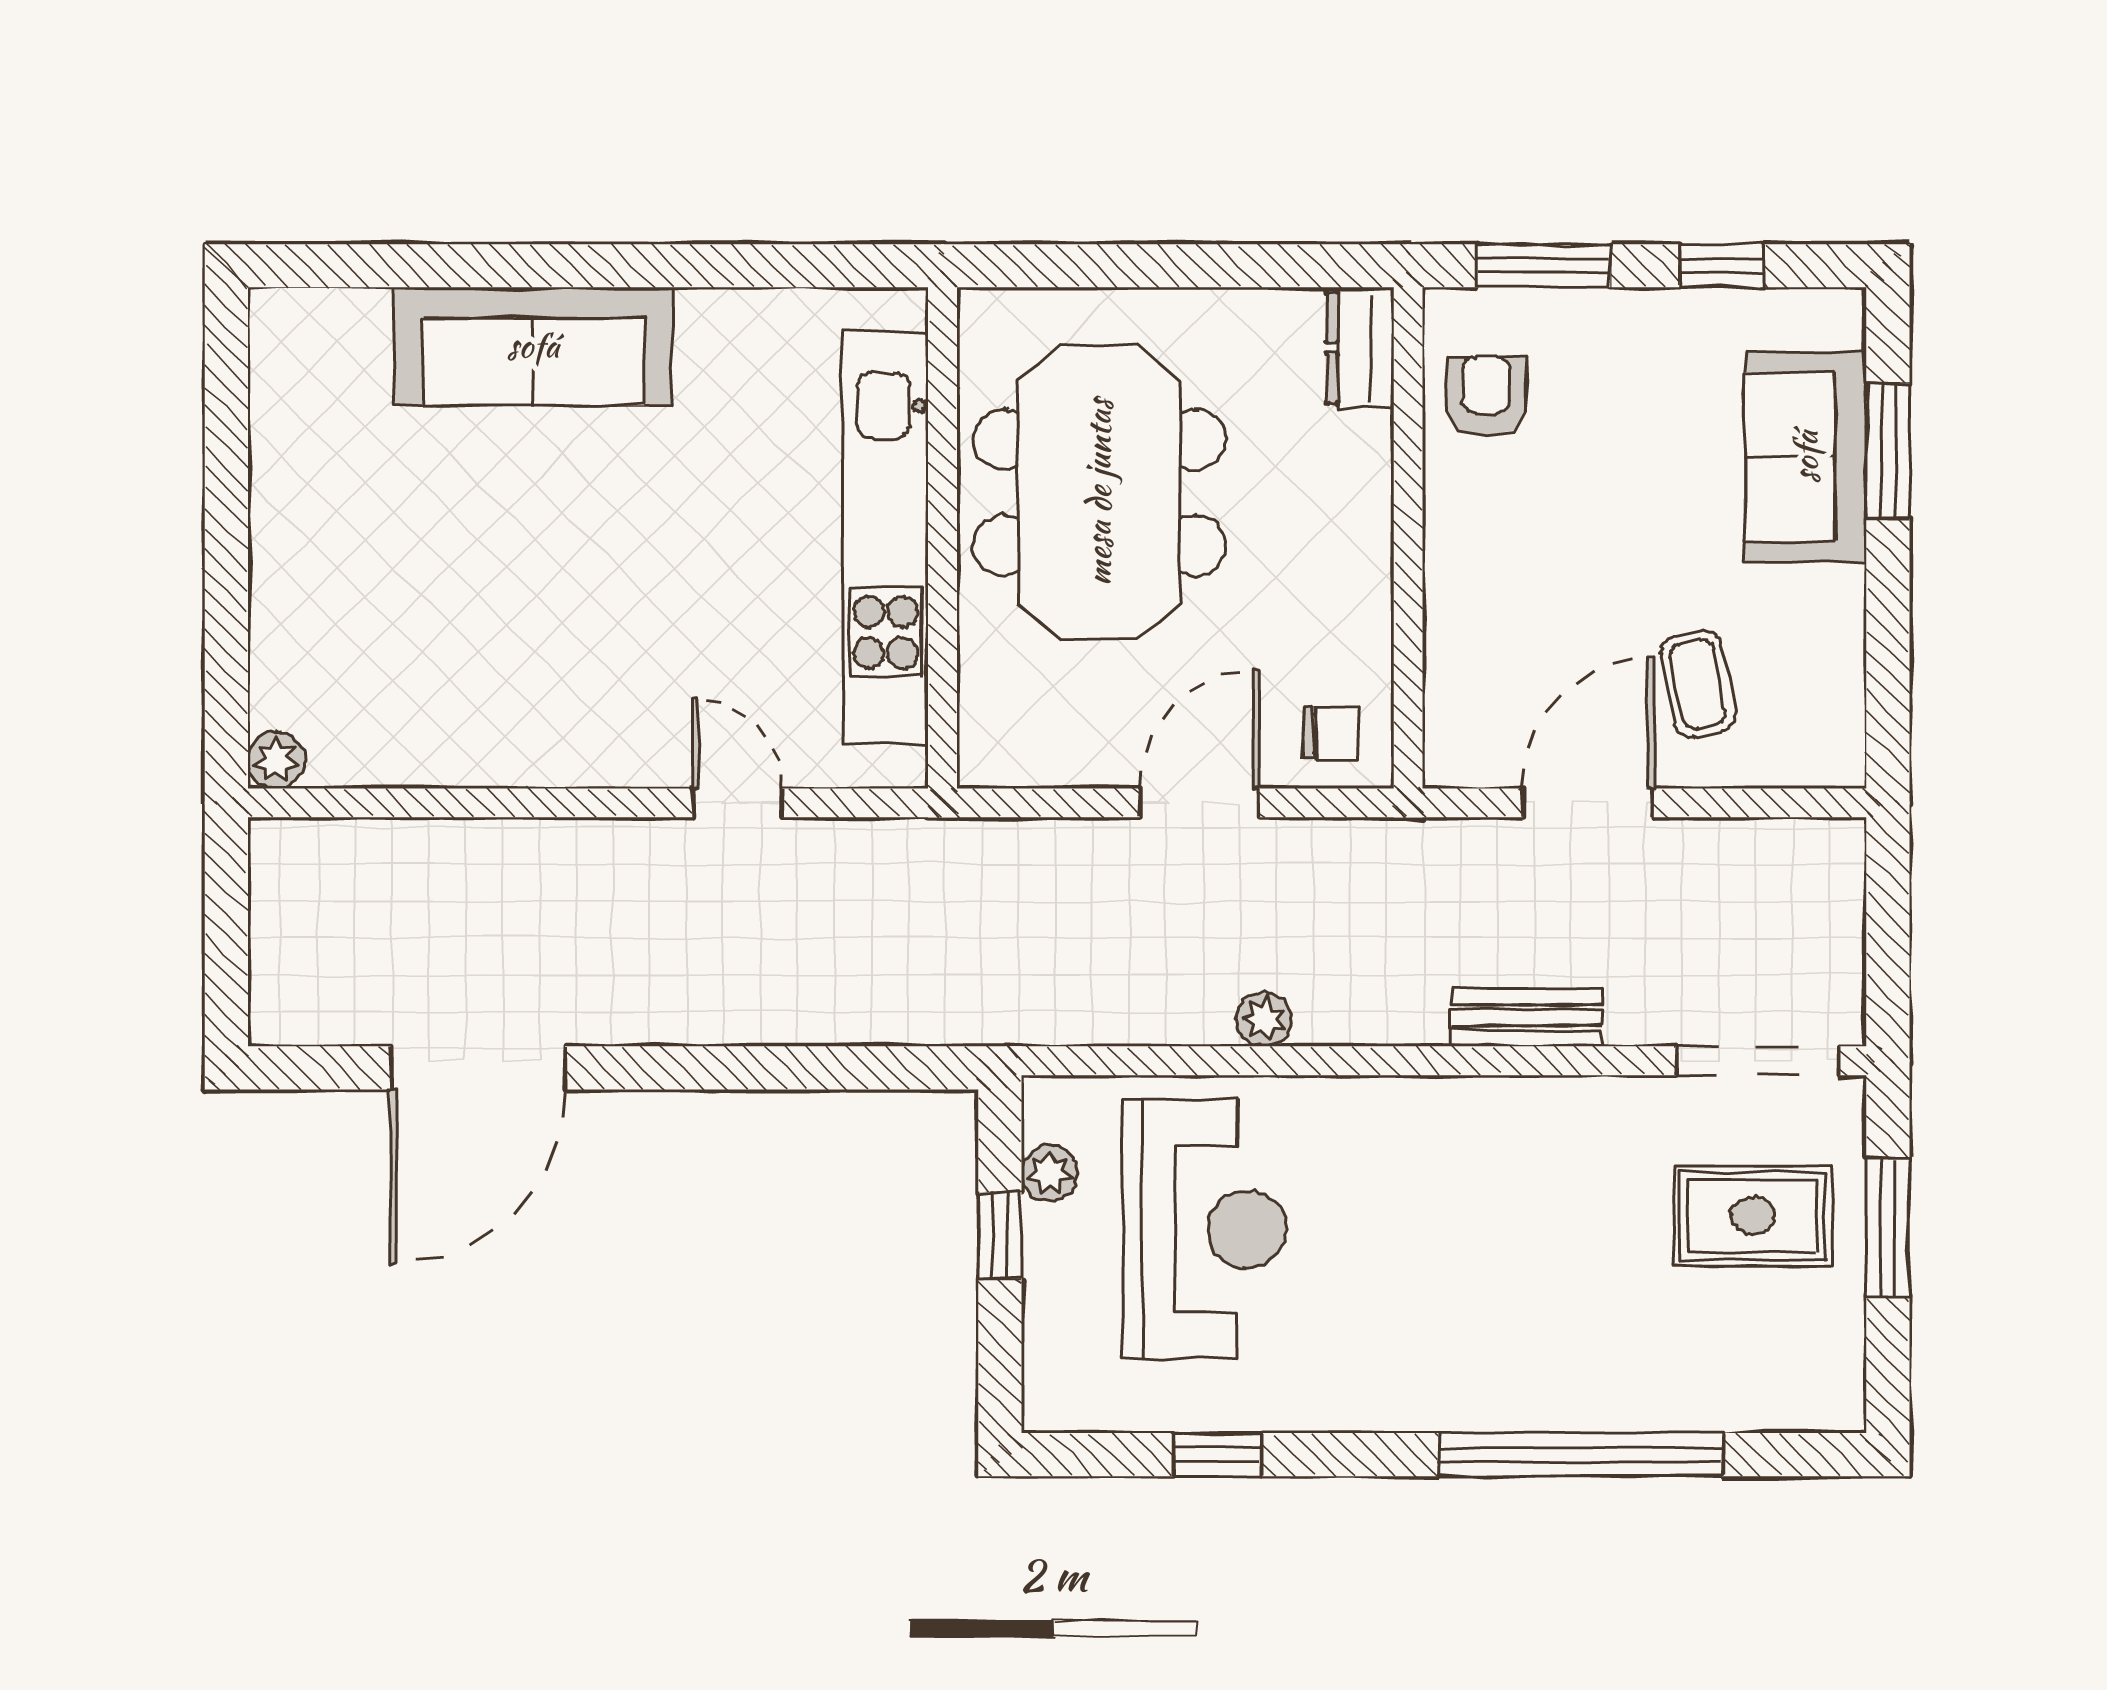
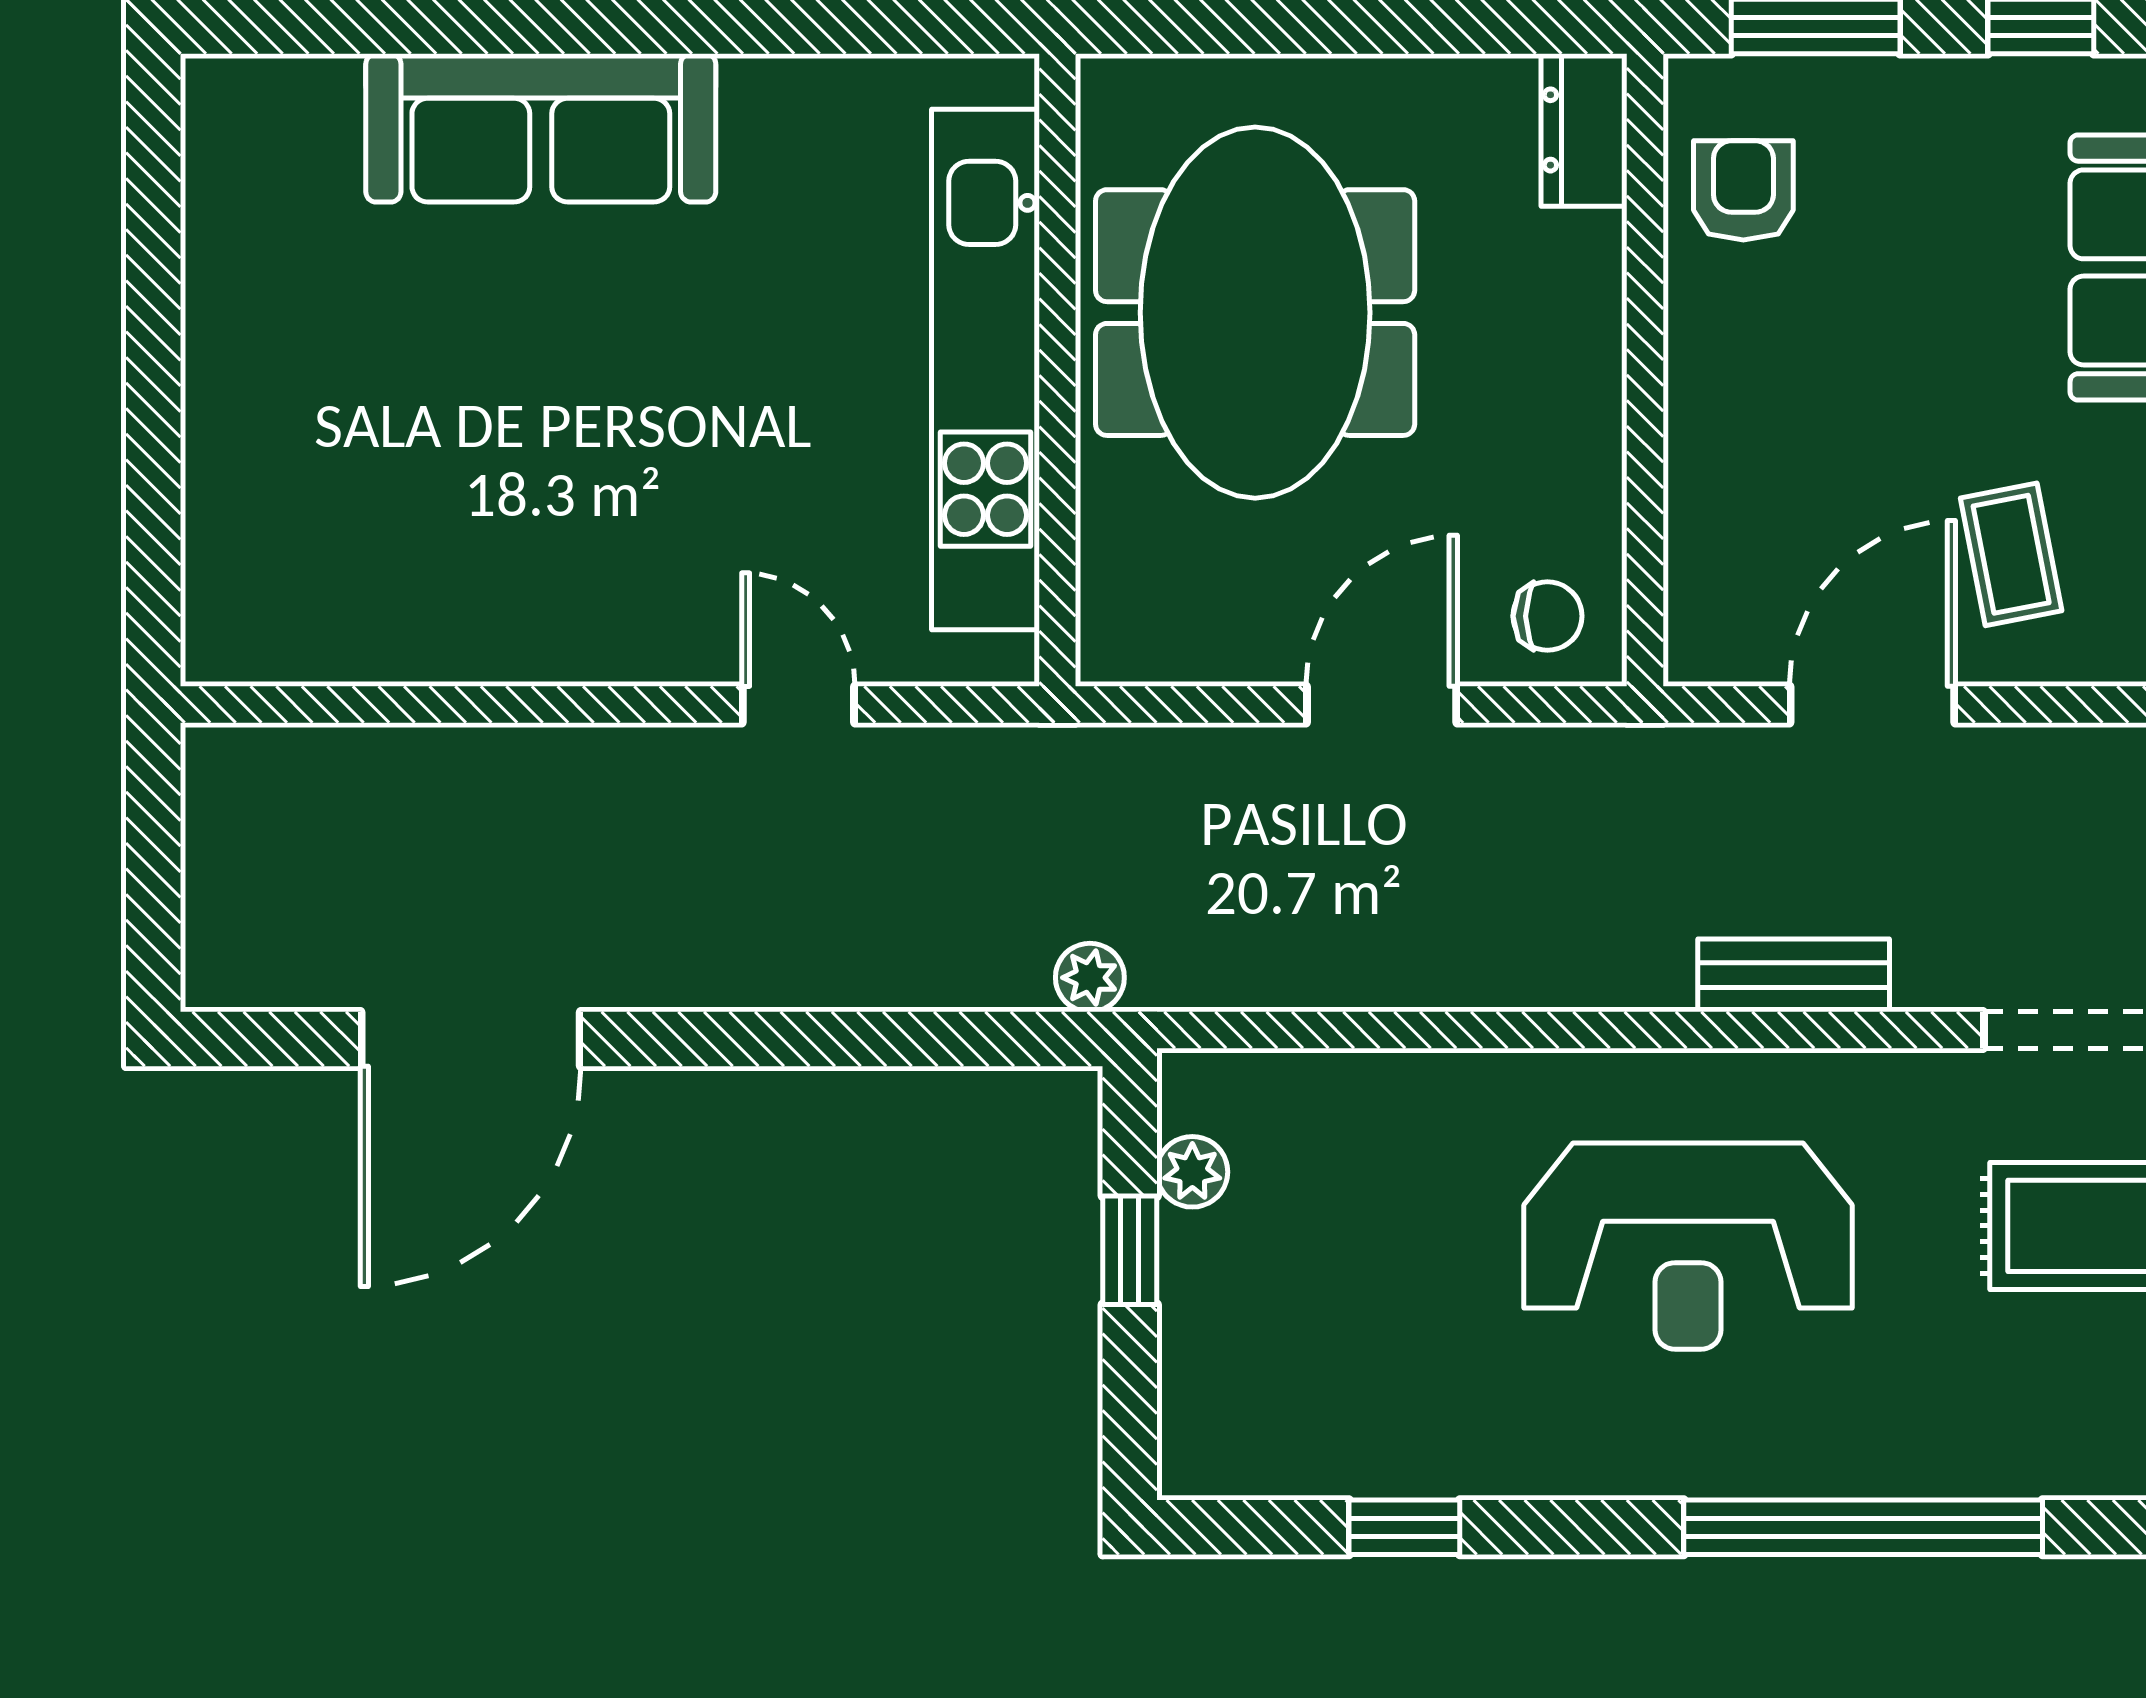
plant: (276, 760) -> (216, 650), removed
plant: (1264, 1019) -> (1090, 978), moved
reception desk: (1205, 1229) -> (1688, 1246), moved, turned 90

